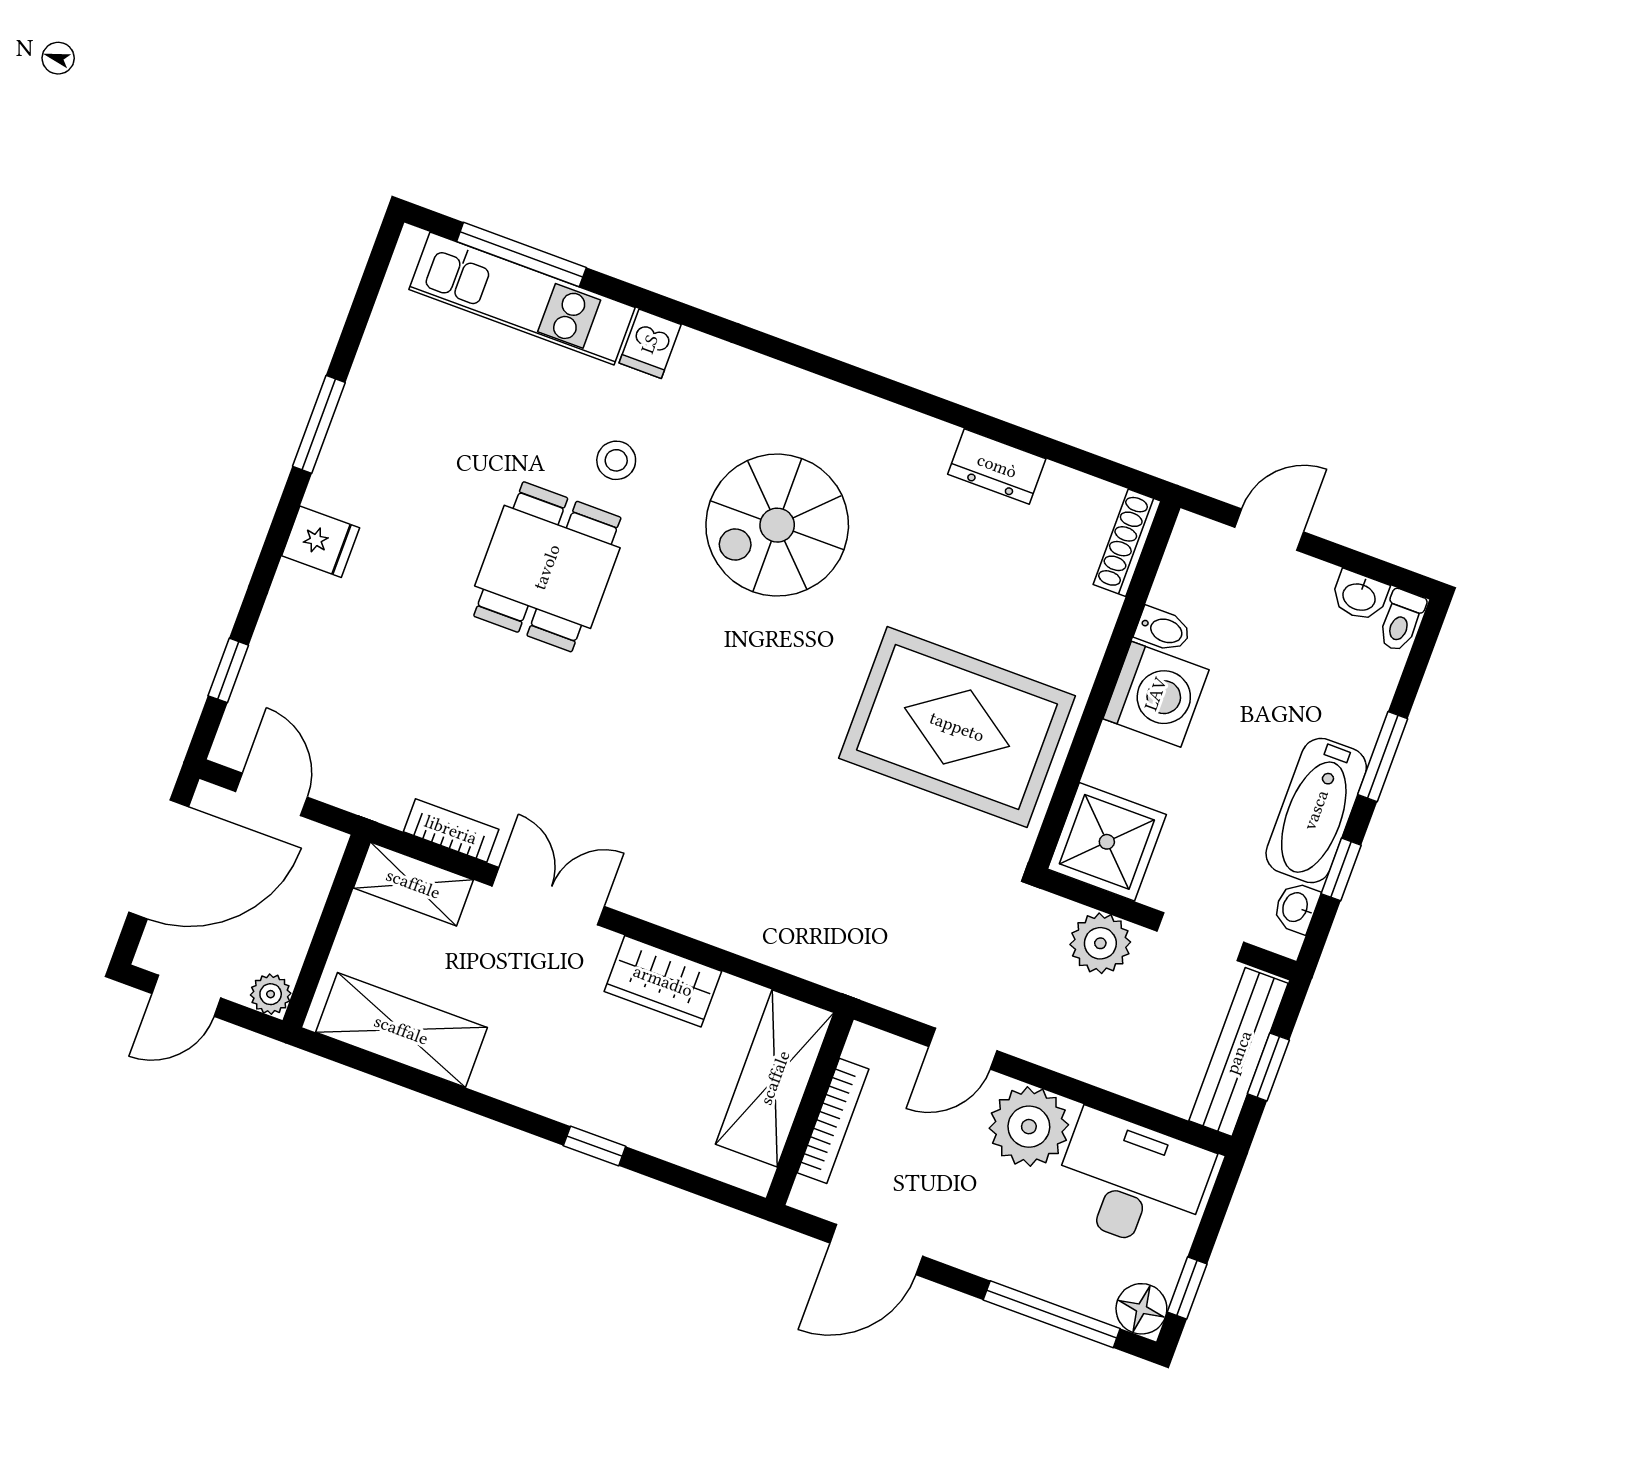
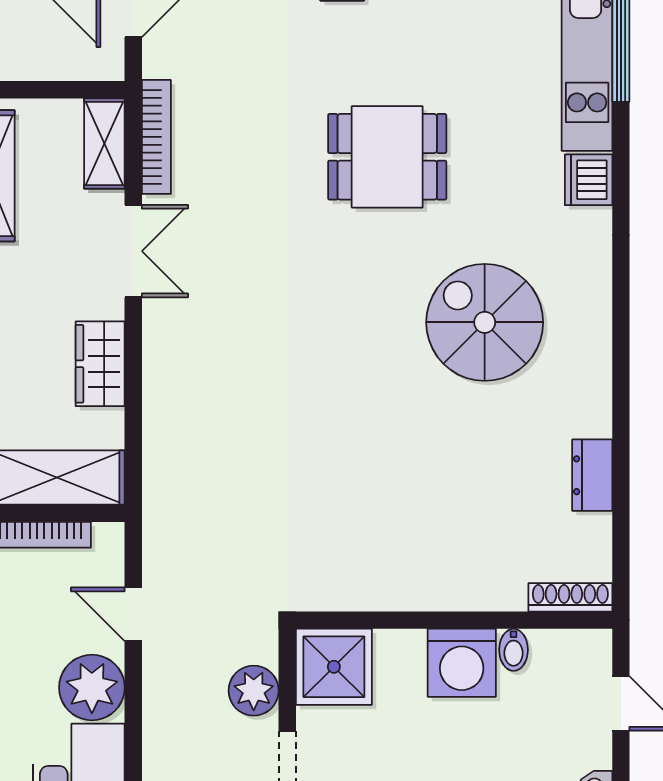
dishwasher: (650, 344) -> (589, 180), width x1.38
stool: (616, 460) -> (489, 180), removed
rug: (957, 727) -> (380, 519), removed
bookcase: (451, 830) -> (156, 137), width x1.56

